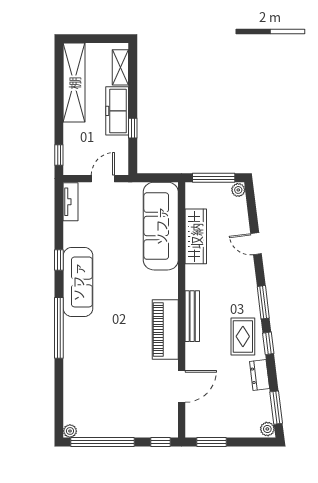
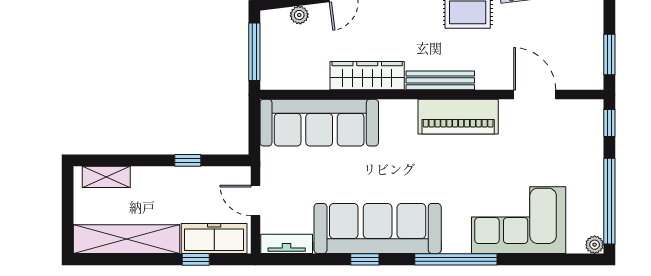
freezer: (117, 111) -> (214, 239), moved, turned 180
window: (59, 155) -> (196, 259), moved
plant: (238, 190) -> (299, 15), moved
wardrobe: (196, 236) -> (367, 76), moved
sofa: (78, 282) -> (378, 228), width x1.36, depth x1.27
corner sofa: (88, 375) -> (519, 220), added

